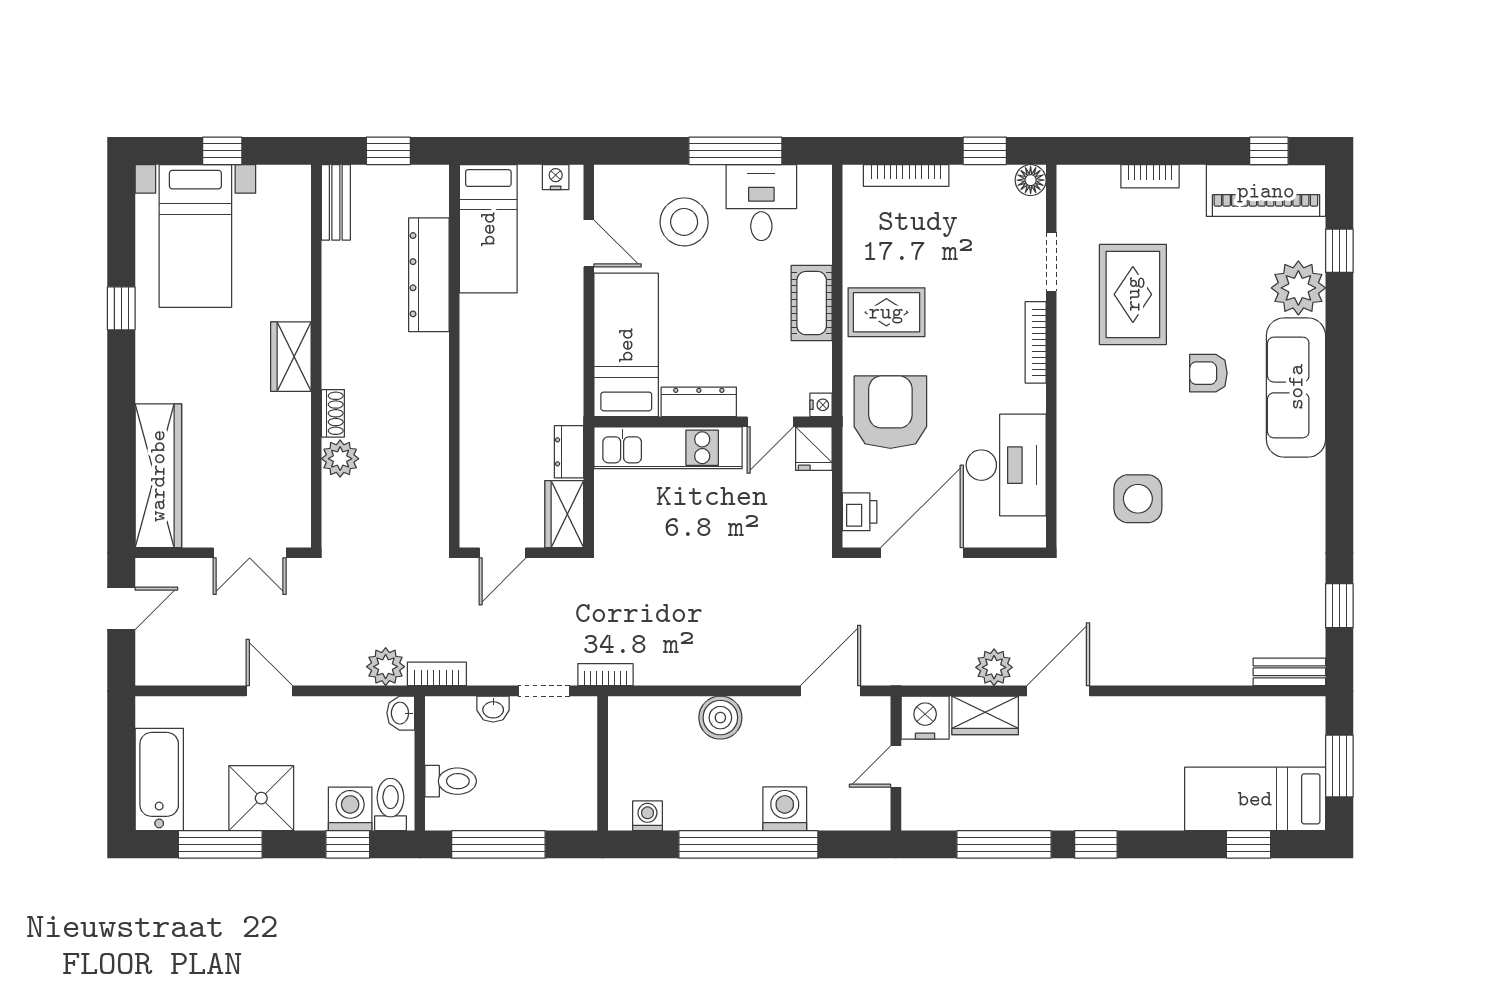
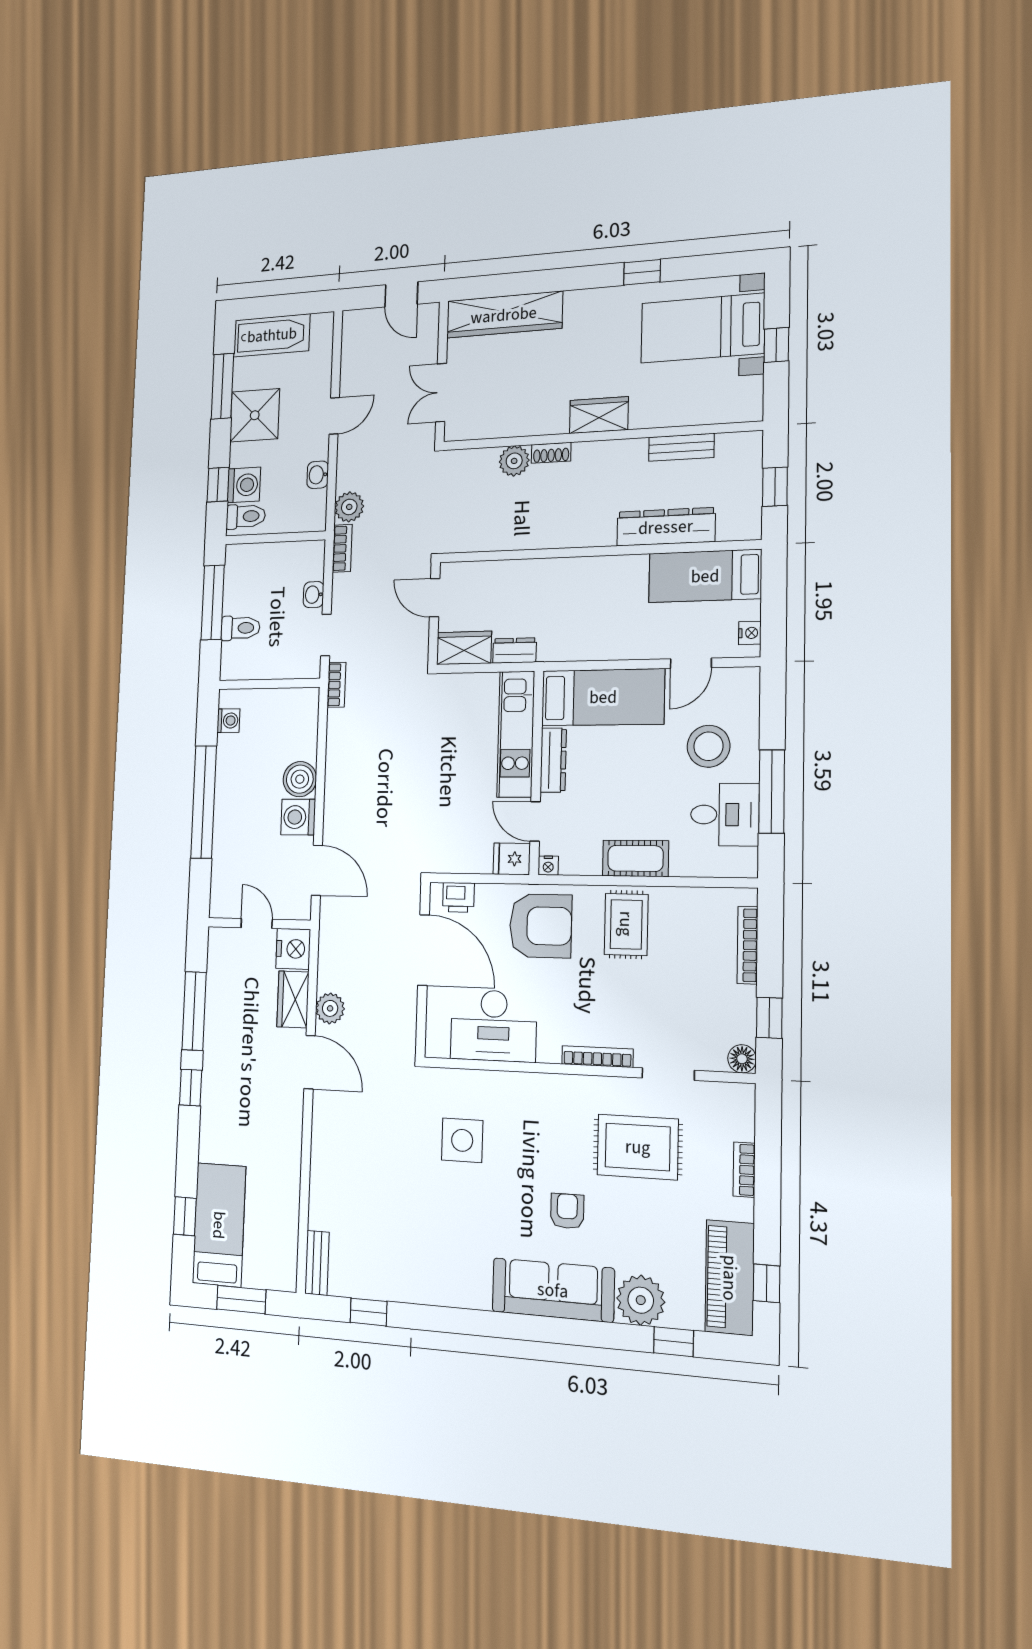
bench: (336, 202) -> (681, 447), moved
washbasin: (401, 713) -> (318, 475), moved, turned -90
toilet: (451, 781) -> (241, 628), moved, turned -90
washing machine: (785, 809) -> (298, 817), moved, turned 180

